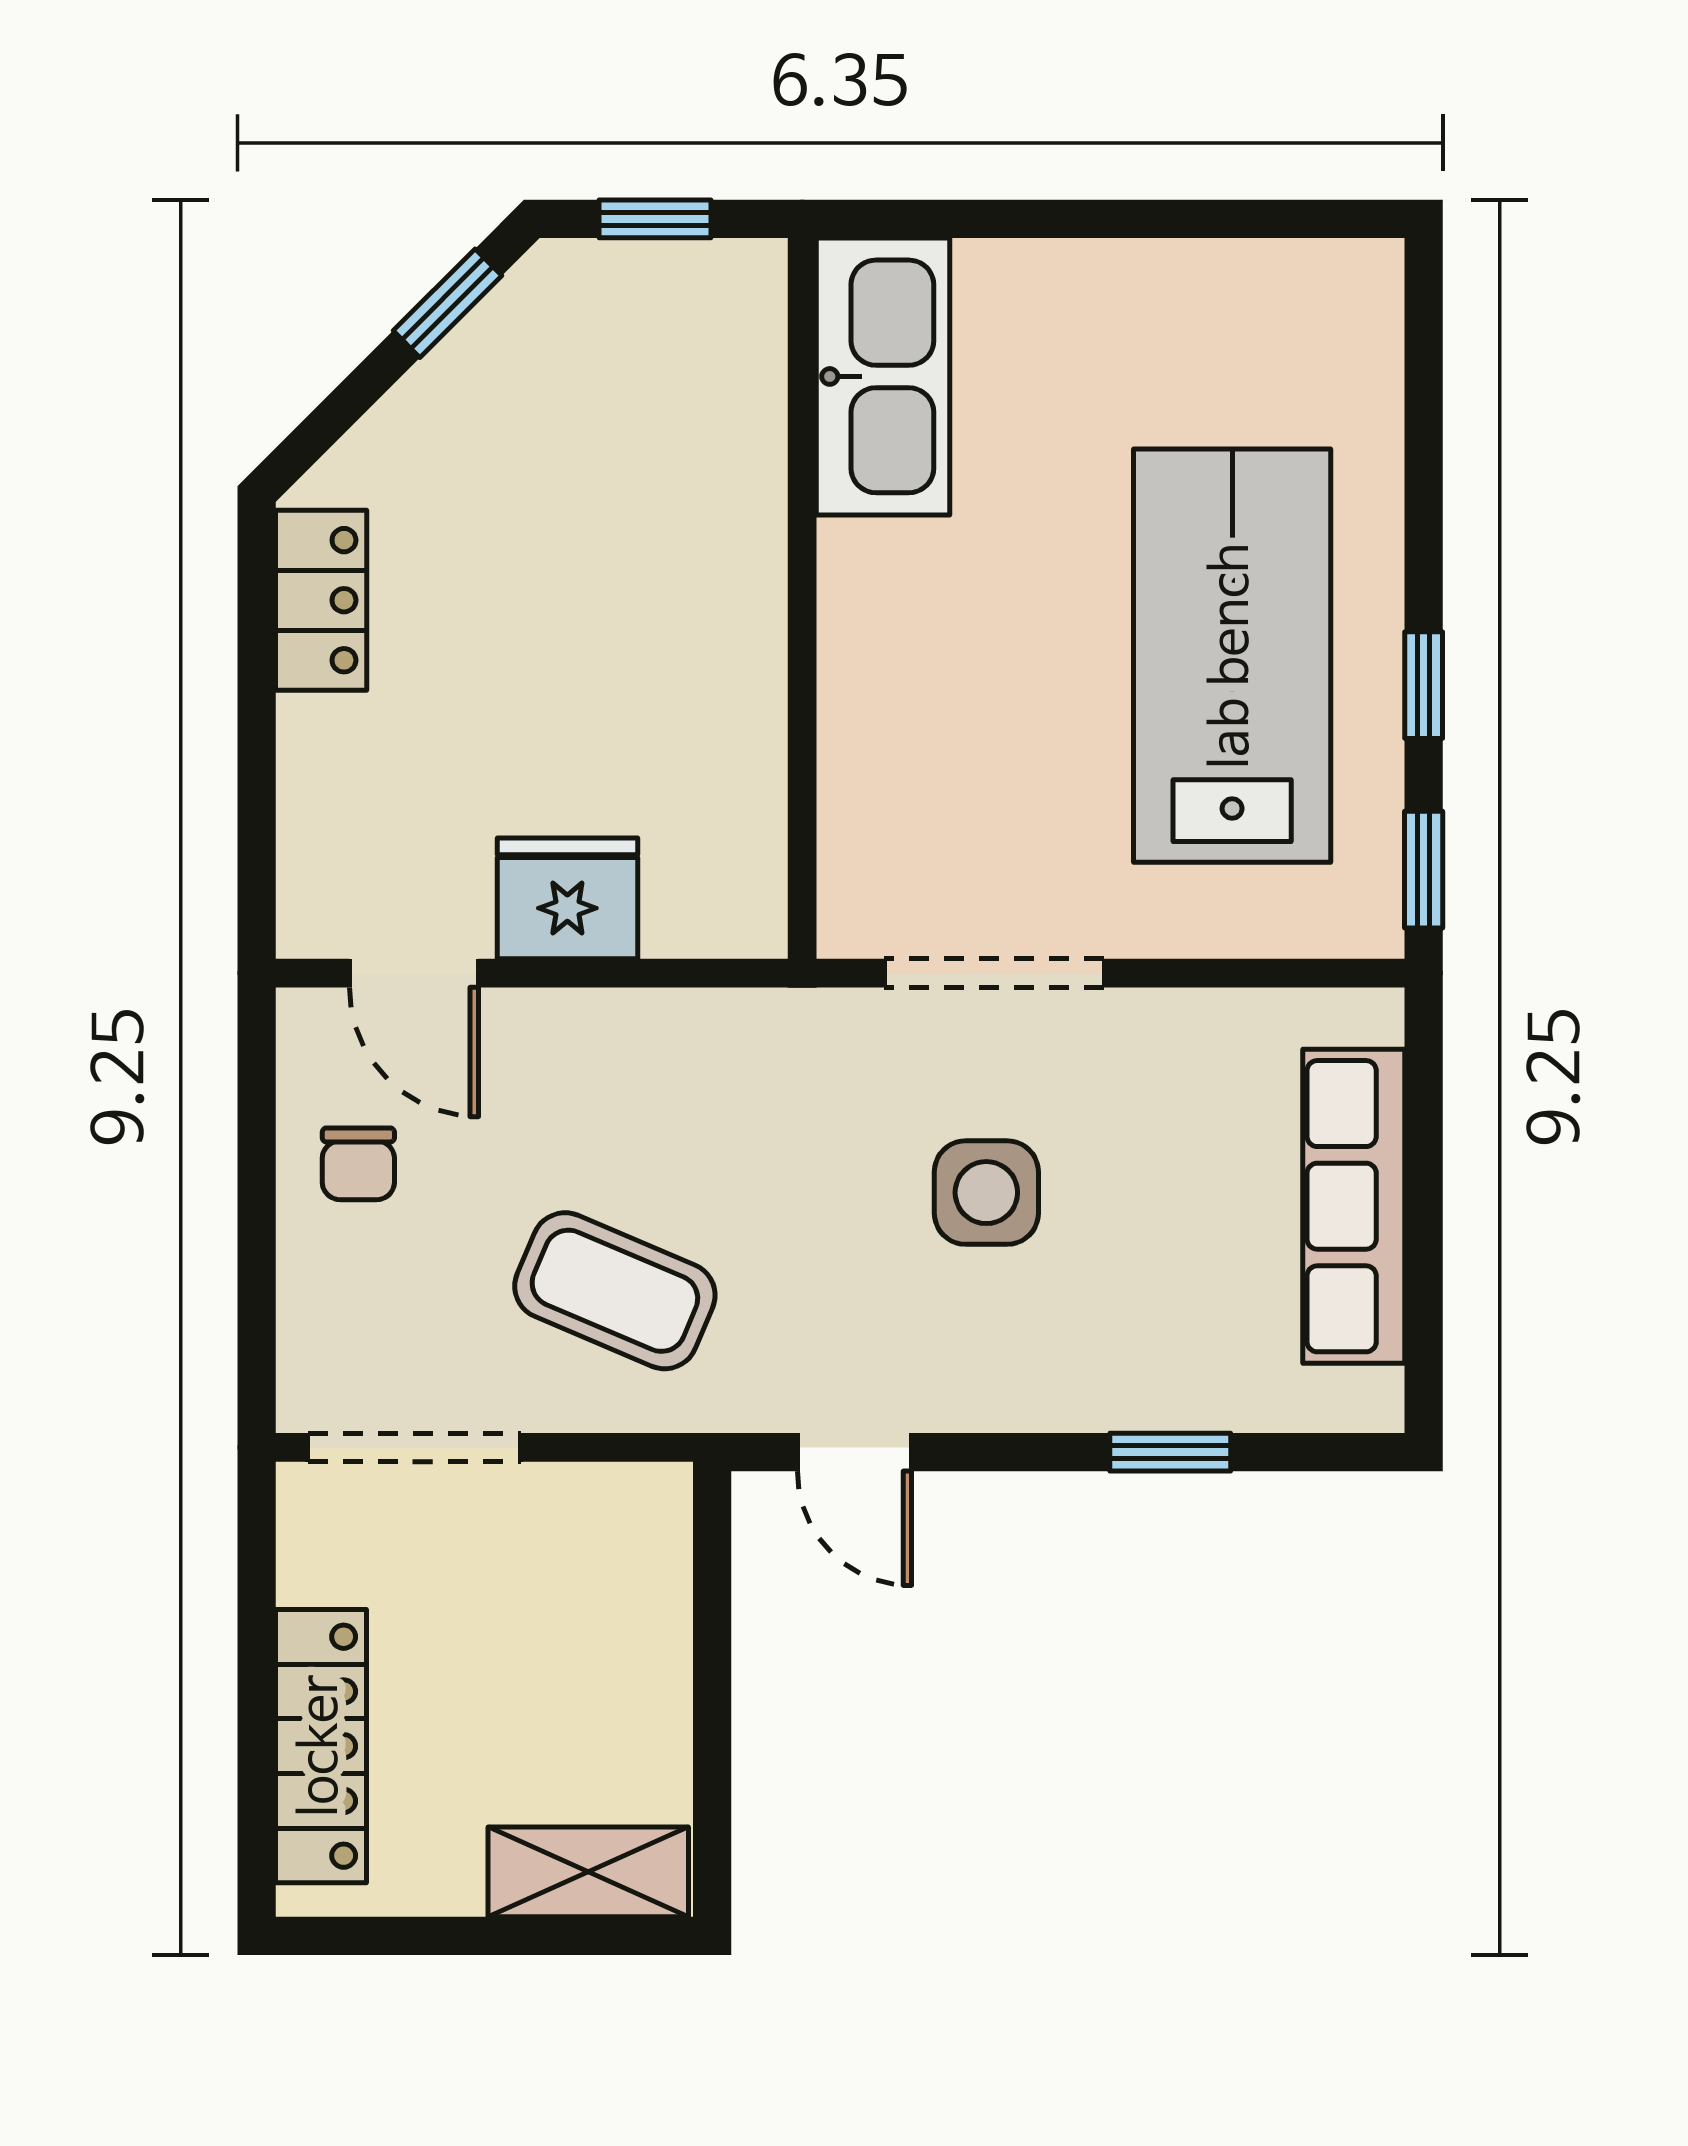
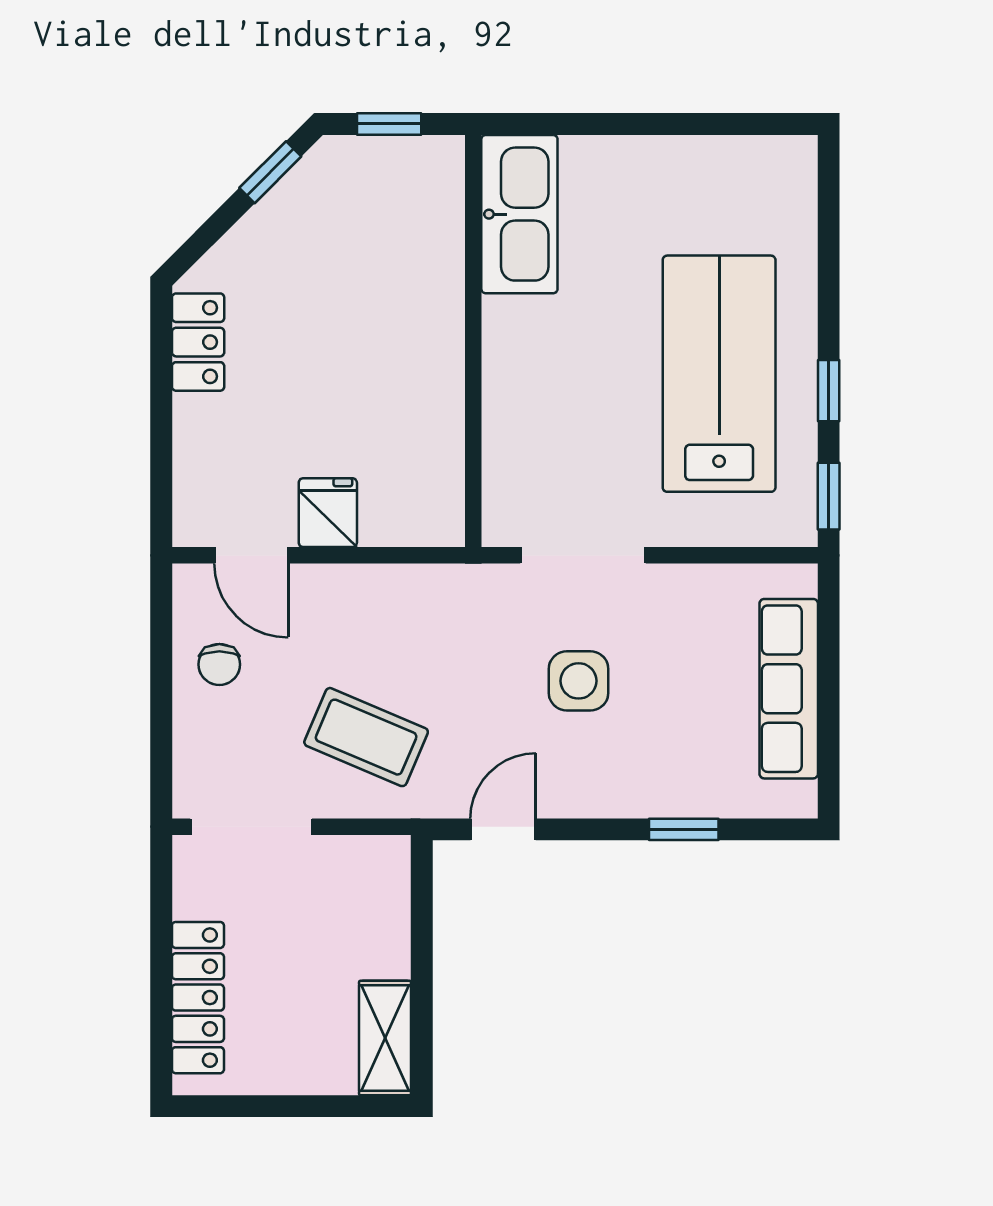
fridge: (567, 898) -> (328, 513), width x0.72
door: (854, 1452) -> (503, 829), swing flipped
shelving: (588, 1872) -> (385, 1038), moved, turned 90

